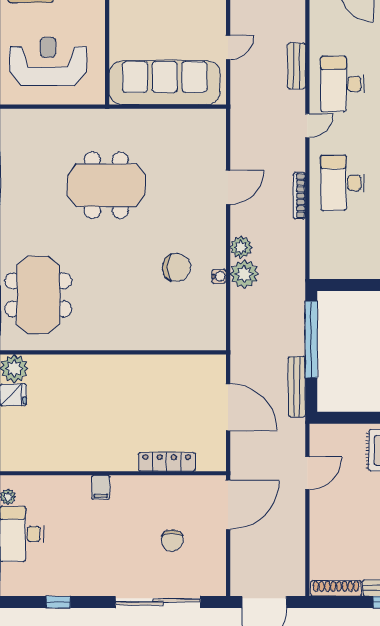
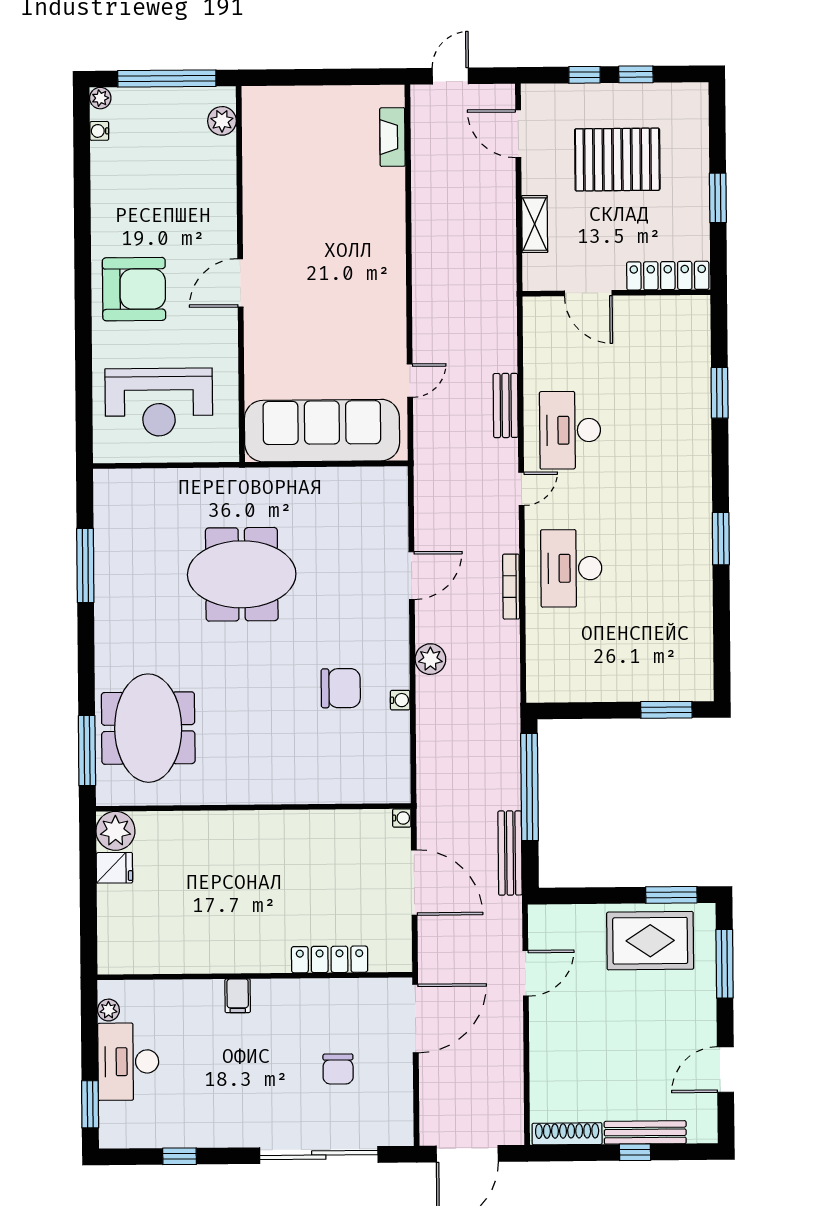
reception desk: (48, 61) -> (159, 402), turned 180
plant: (244, 274) -> (435, 696), removed
water cooler: (219, 361) -> (402, 818), added

